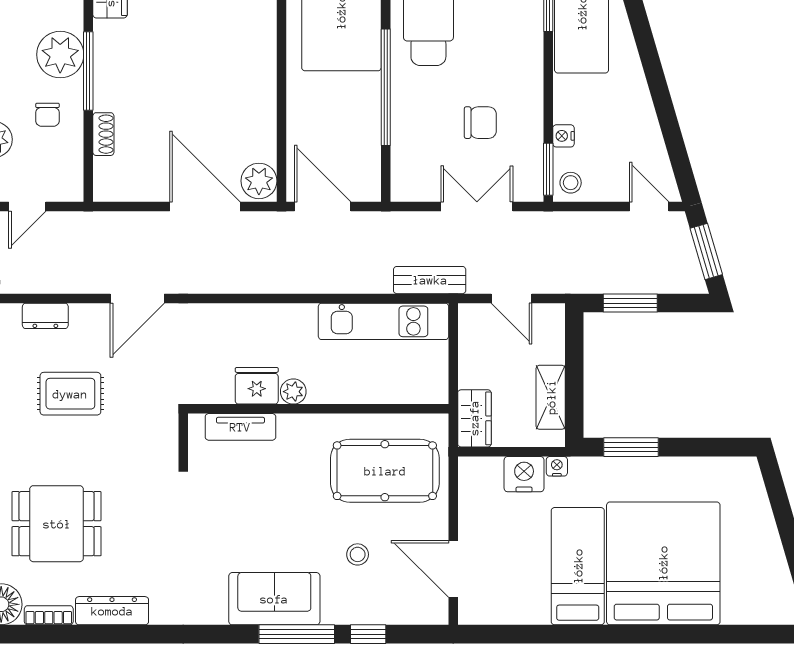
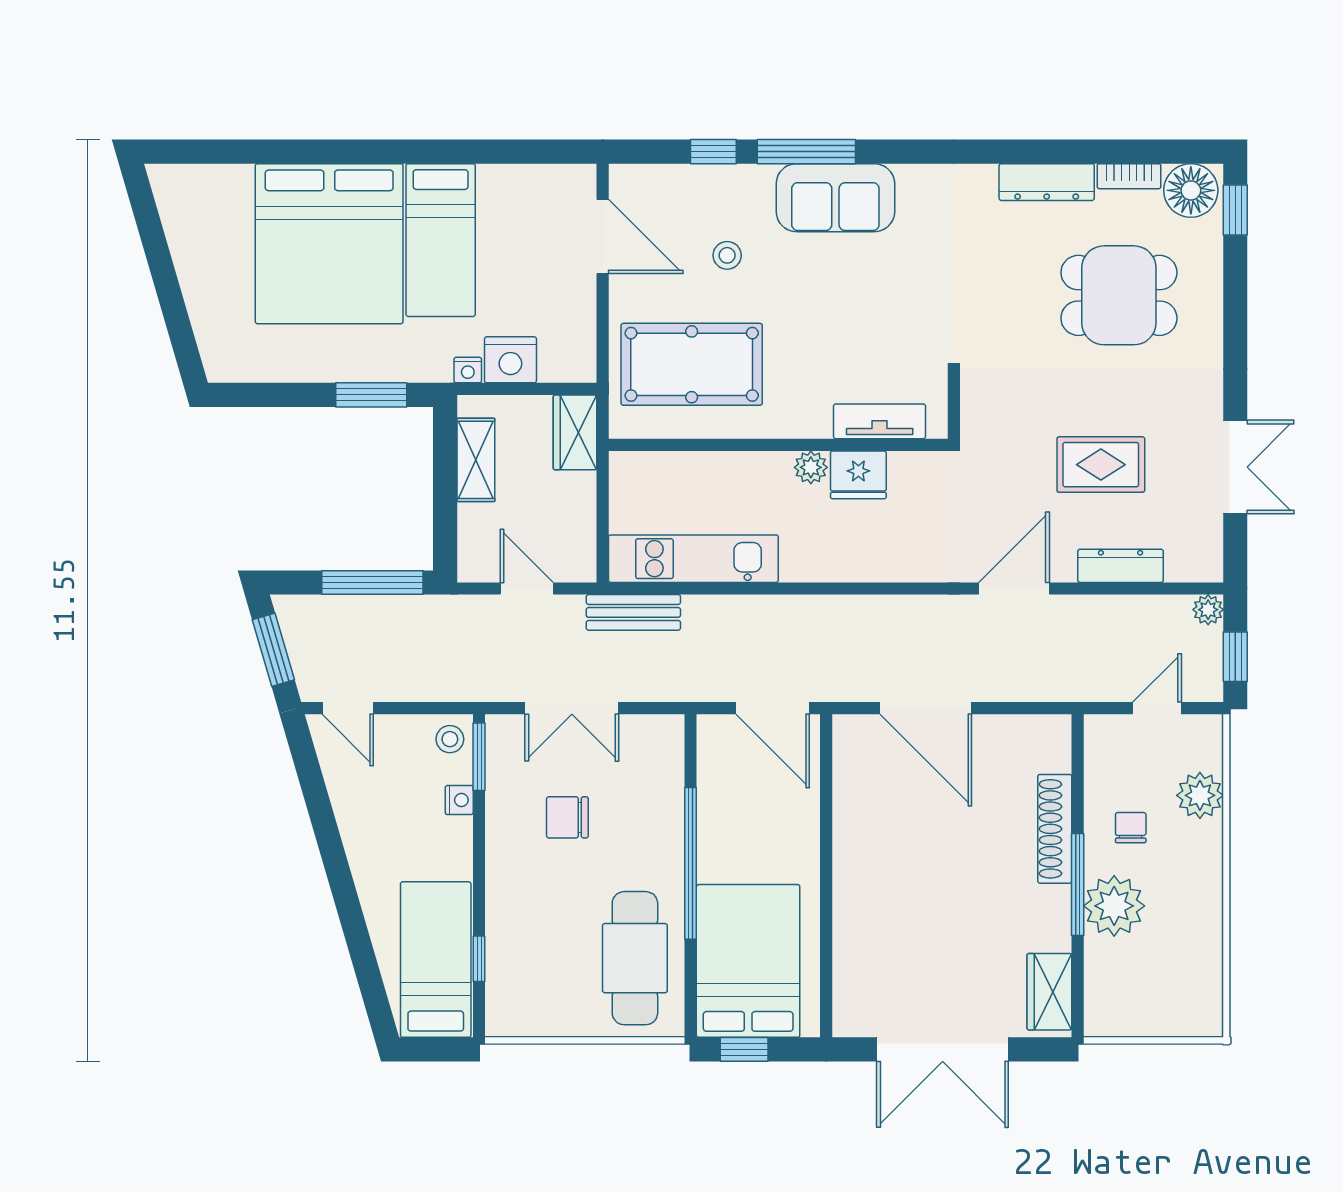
shoe rack: (103, 134) -> (1055, 829), width x1.94, depth x1.24
plant: (259, 181) -> (855, 741), removed
window: (630, 303) -> (372, 583), width x1.44
dresser: (45, 316) -> (1121, 566), width x1.44

